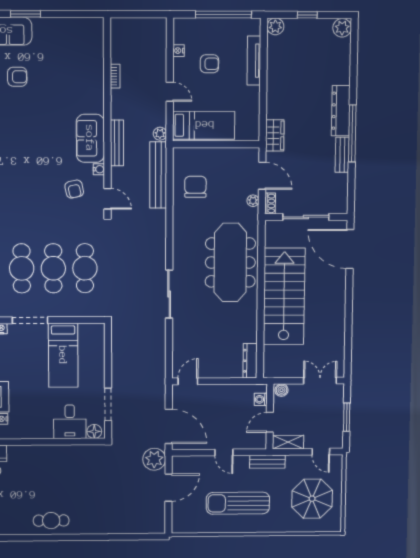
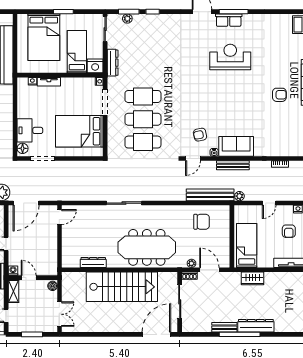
armchair: (17, 77) -> (279, 95), turned -90
bed: (204, 125) -> (247, 245), moved, turned 180
wardrobe: (275, 135) -> (253, 278), moved
door: (262, 176) -> (209, 270), swing flipped
bed: (63, 355) -> (79, 131), width x1.50
dresser: (250, 361) -> (93, 263), moved
door: (188, 381) -> (59, 217), hinge flipped
washing machine: (261, 399) -> (13, 271), moved

